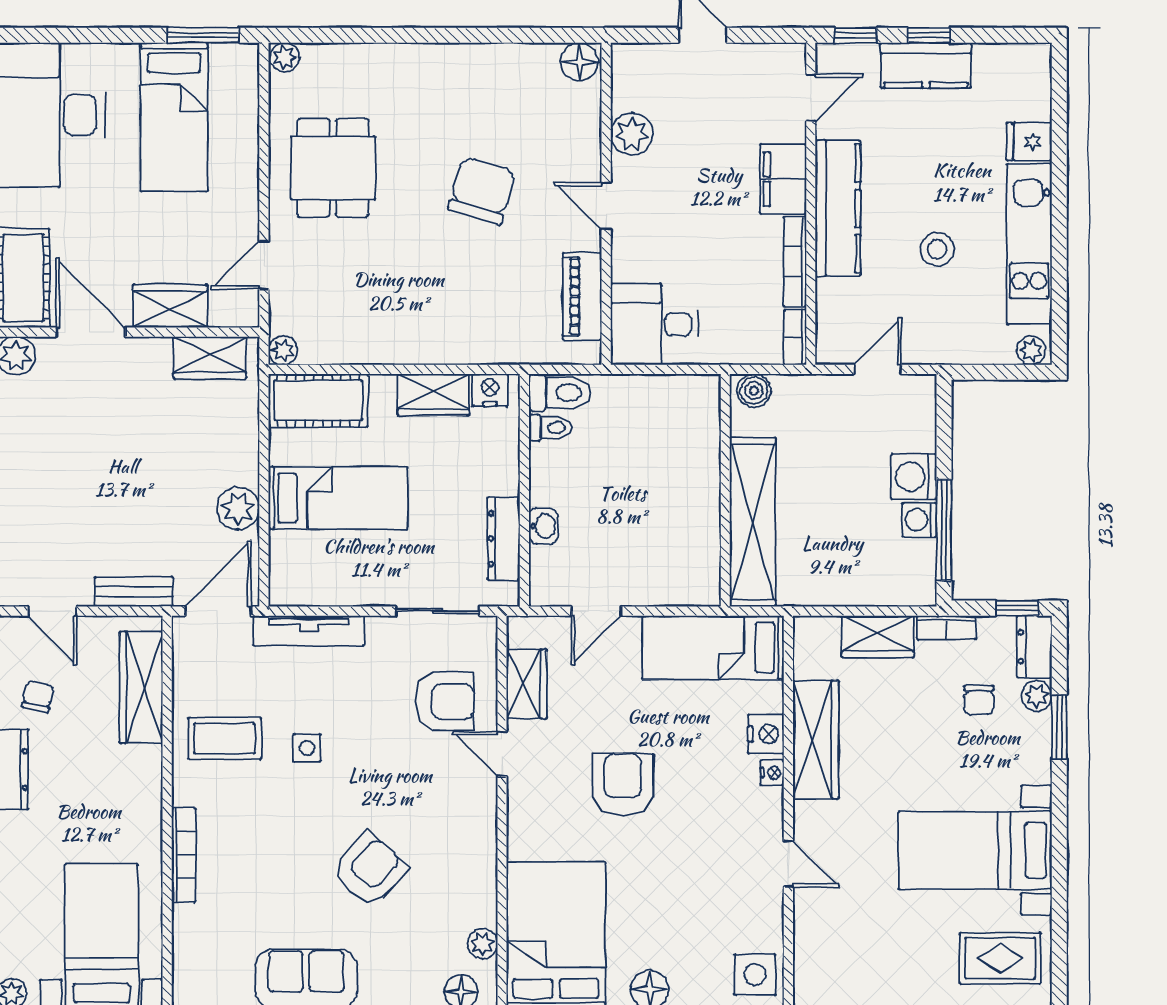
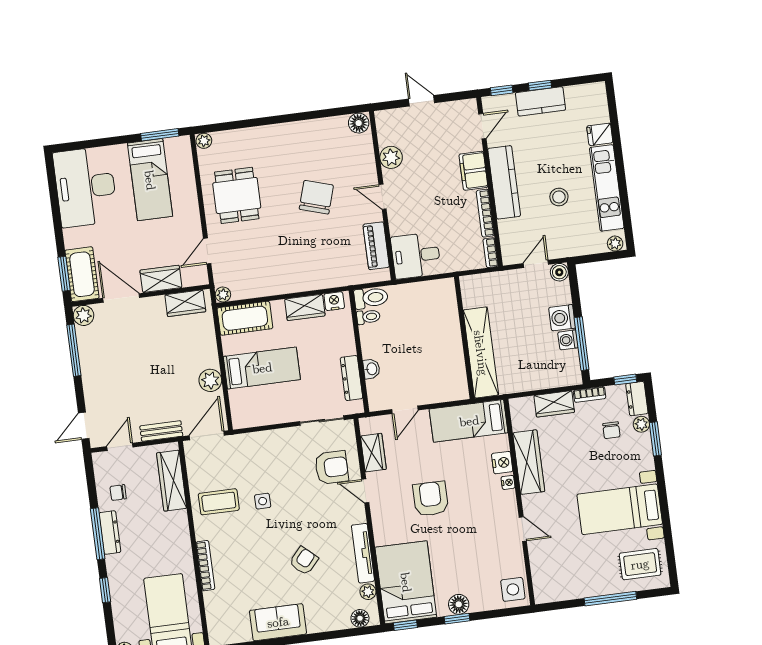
boiler: (754, 391) -> (559, 272), moved
door: (52, 611) -> (120, 447), swing flipped
tv unit: (309, 631) -> (363, 553), moved, turned 90
chair: (38, 697) -> (118, 493), turned -102
armchair: (369, 870) -> (304, 561), width x0.72, depth x0.72

